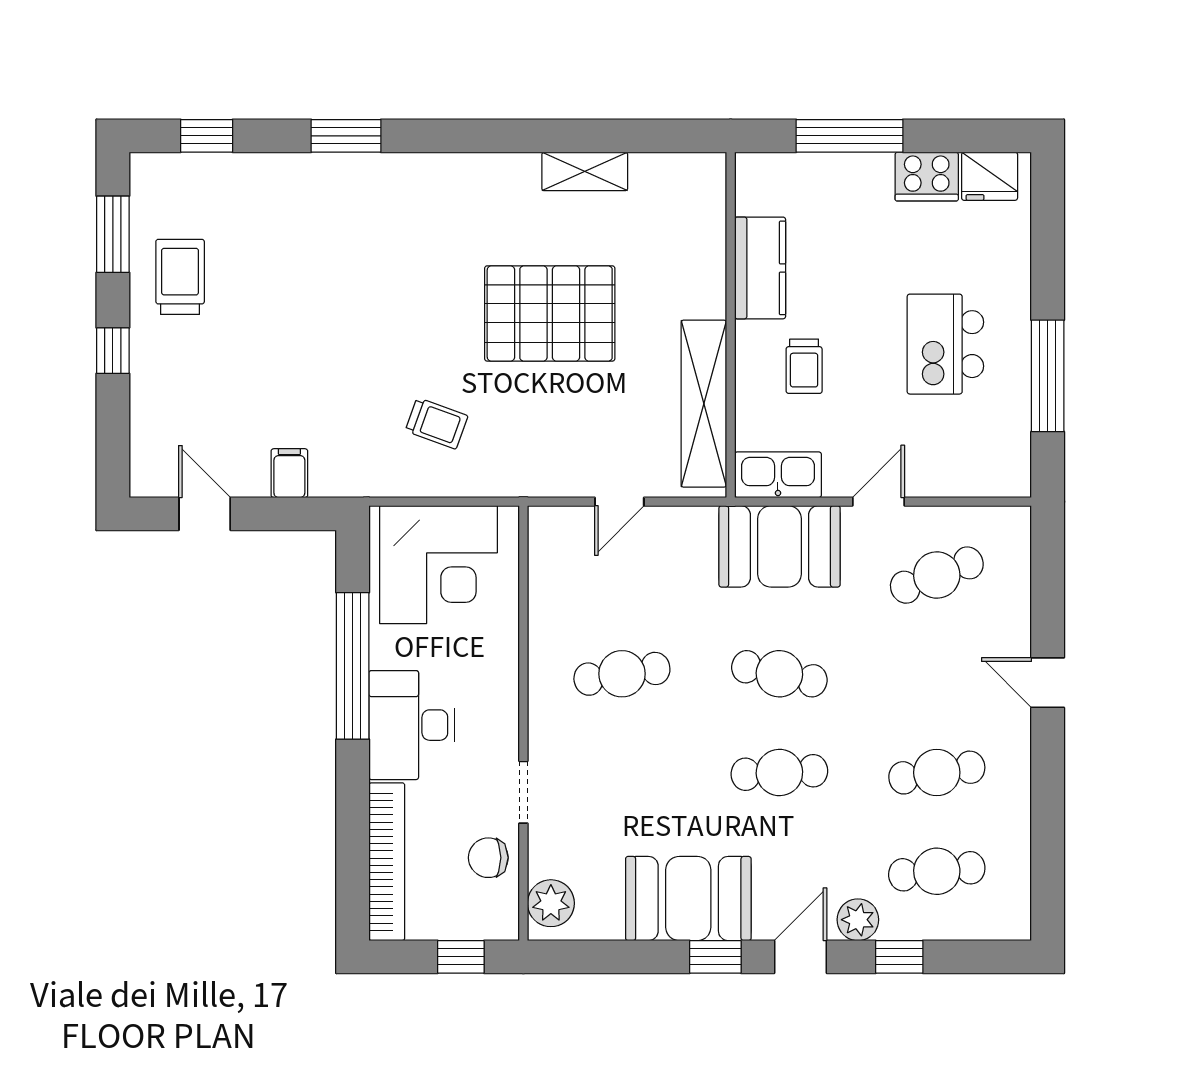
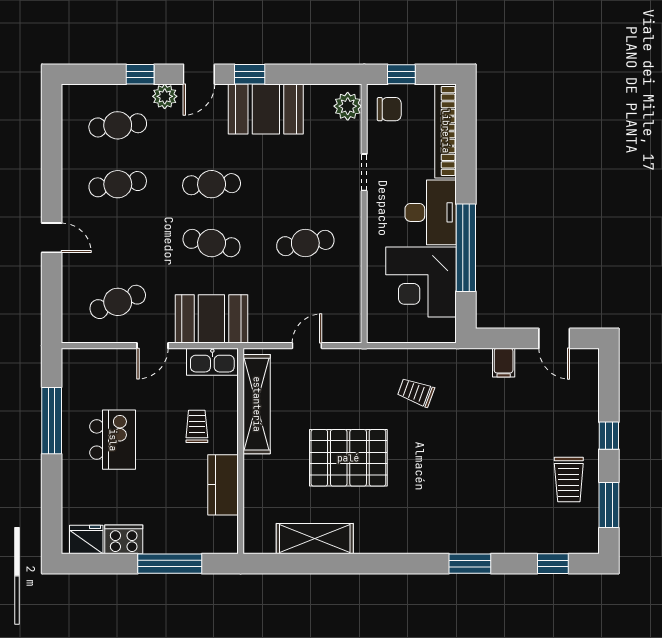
shelving: (585, 171) -> (315, 539), width x1.50, depth x1.33
corner desk: (438, 565) -> (421, 282), moved, turned -90
chair: (488, 858) -> (389, 109), moved

